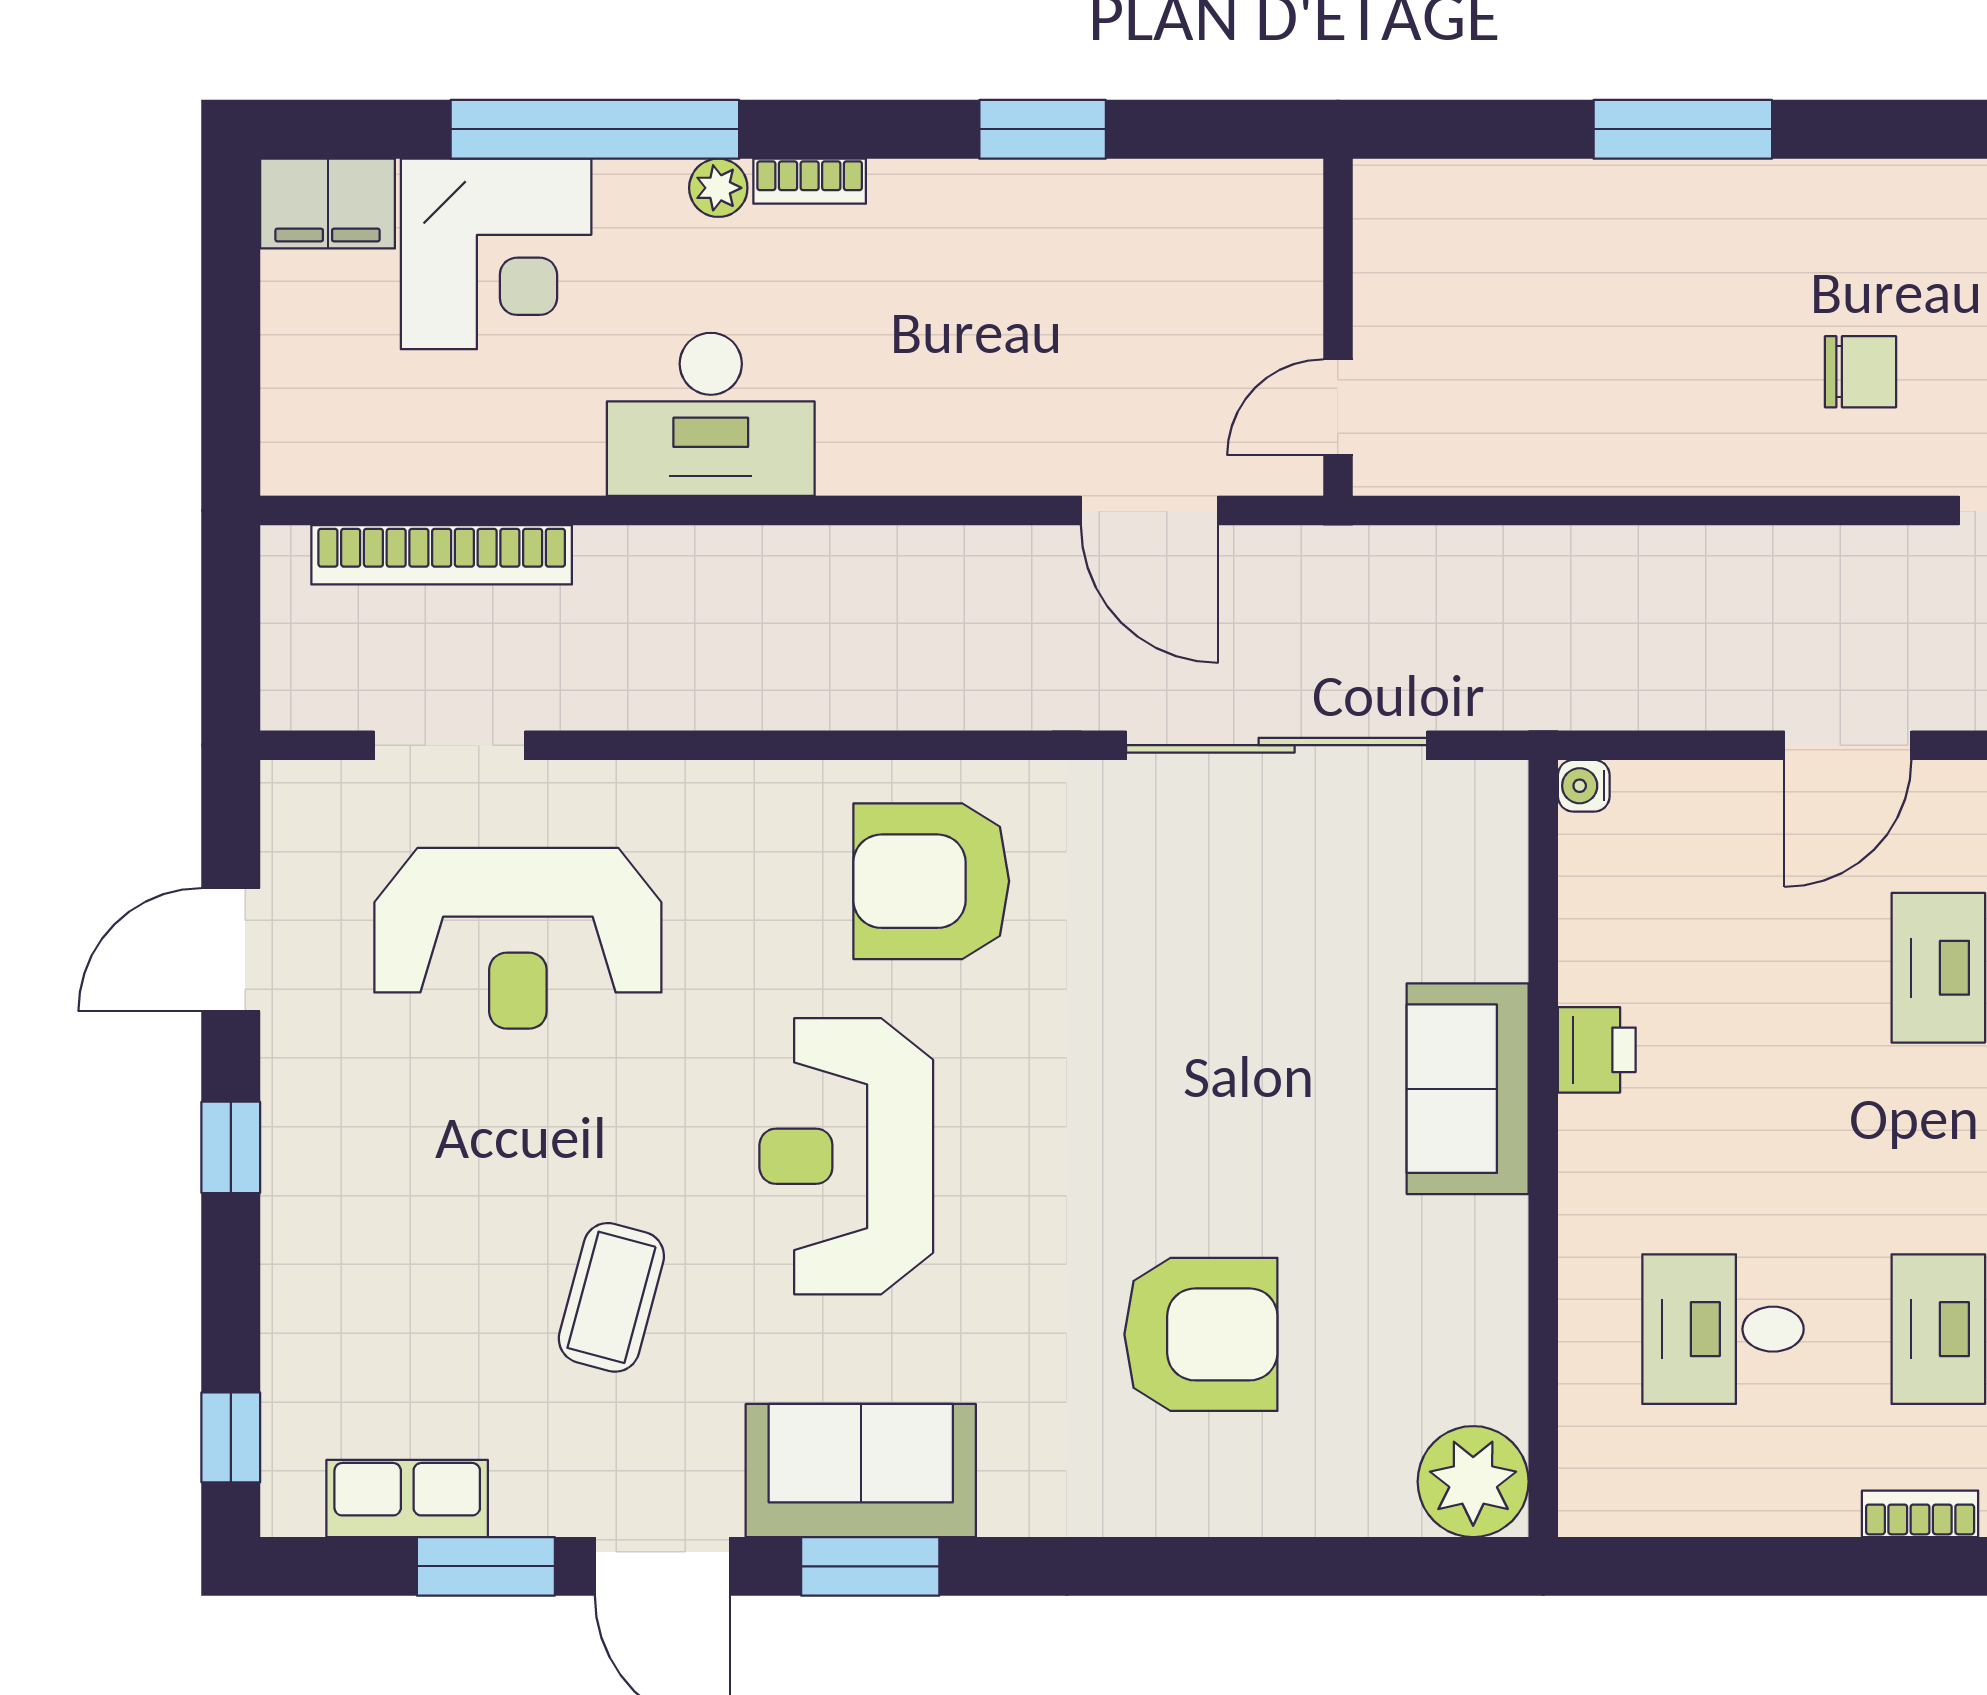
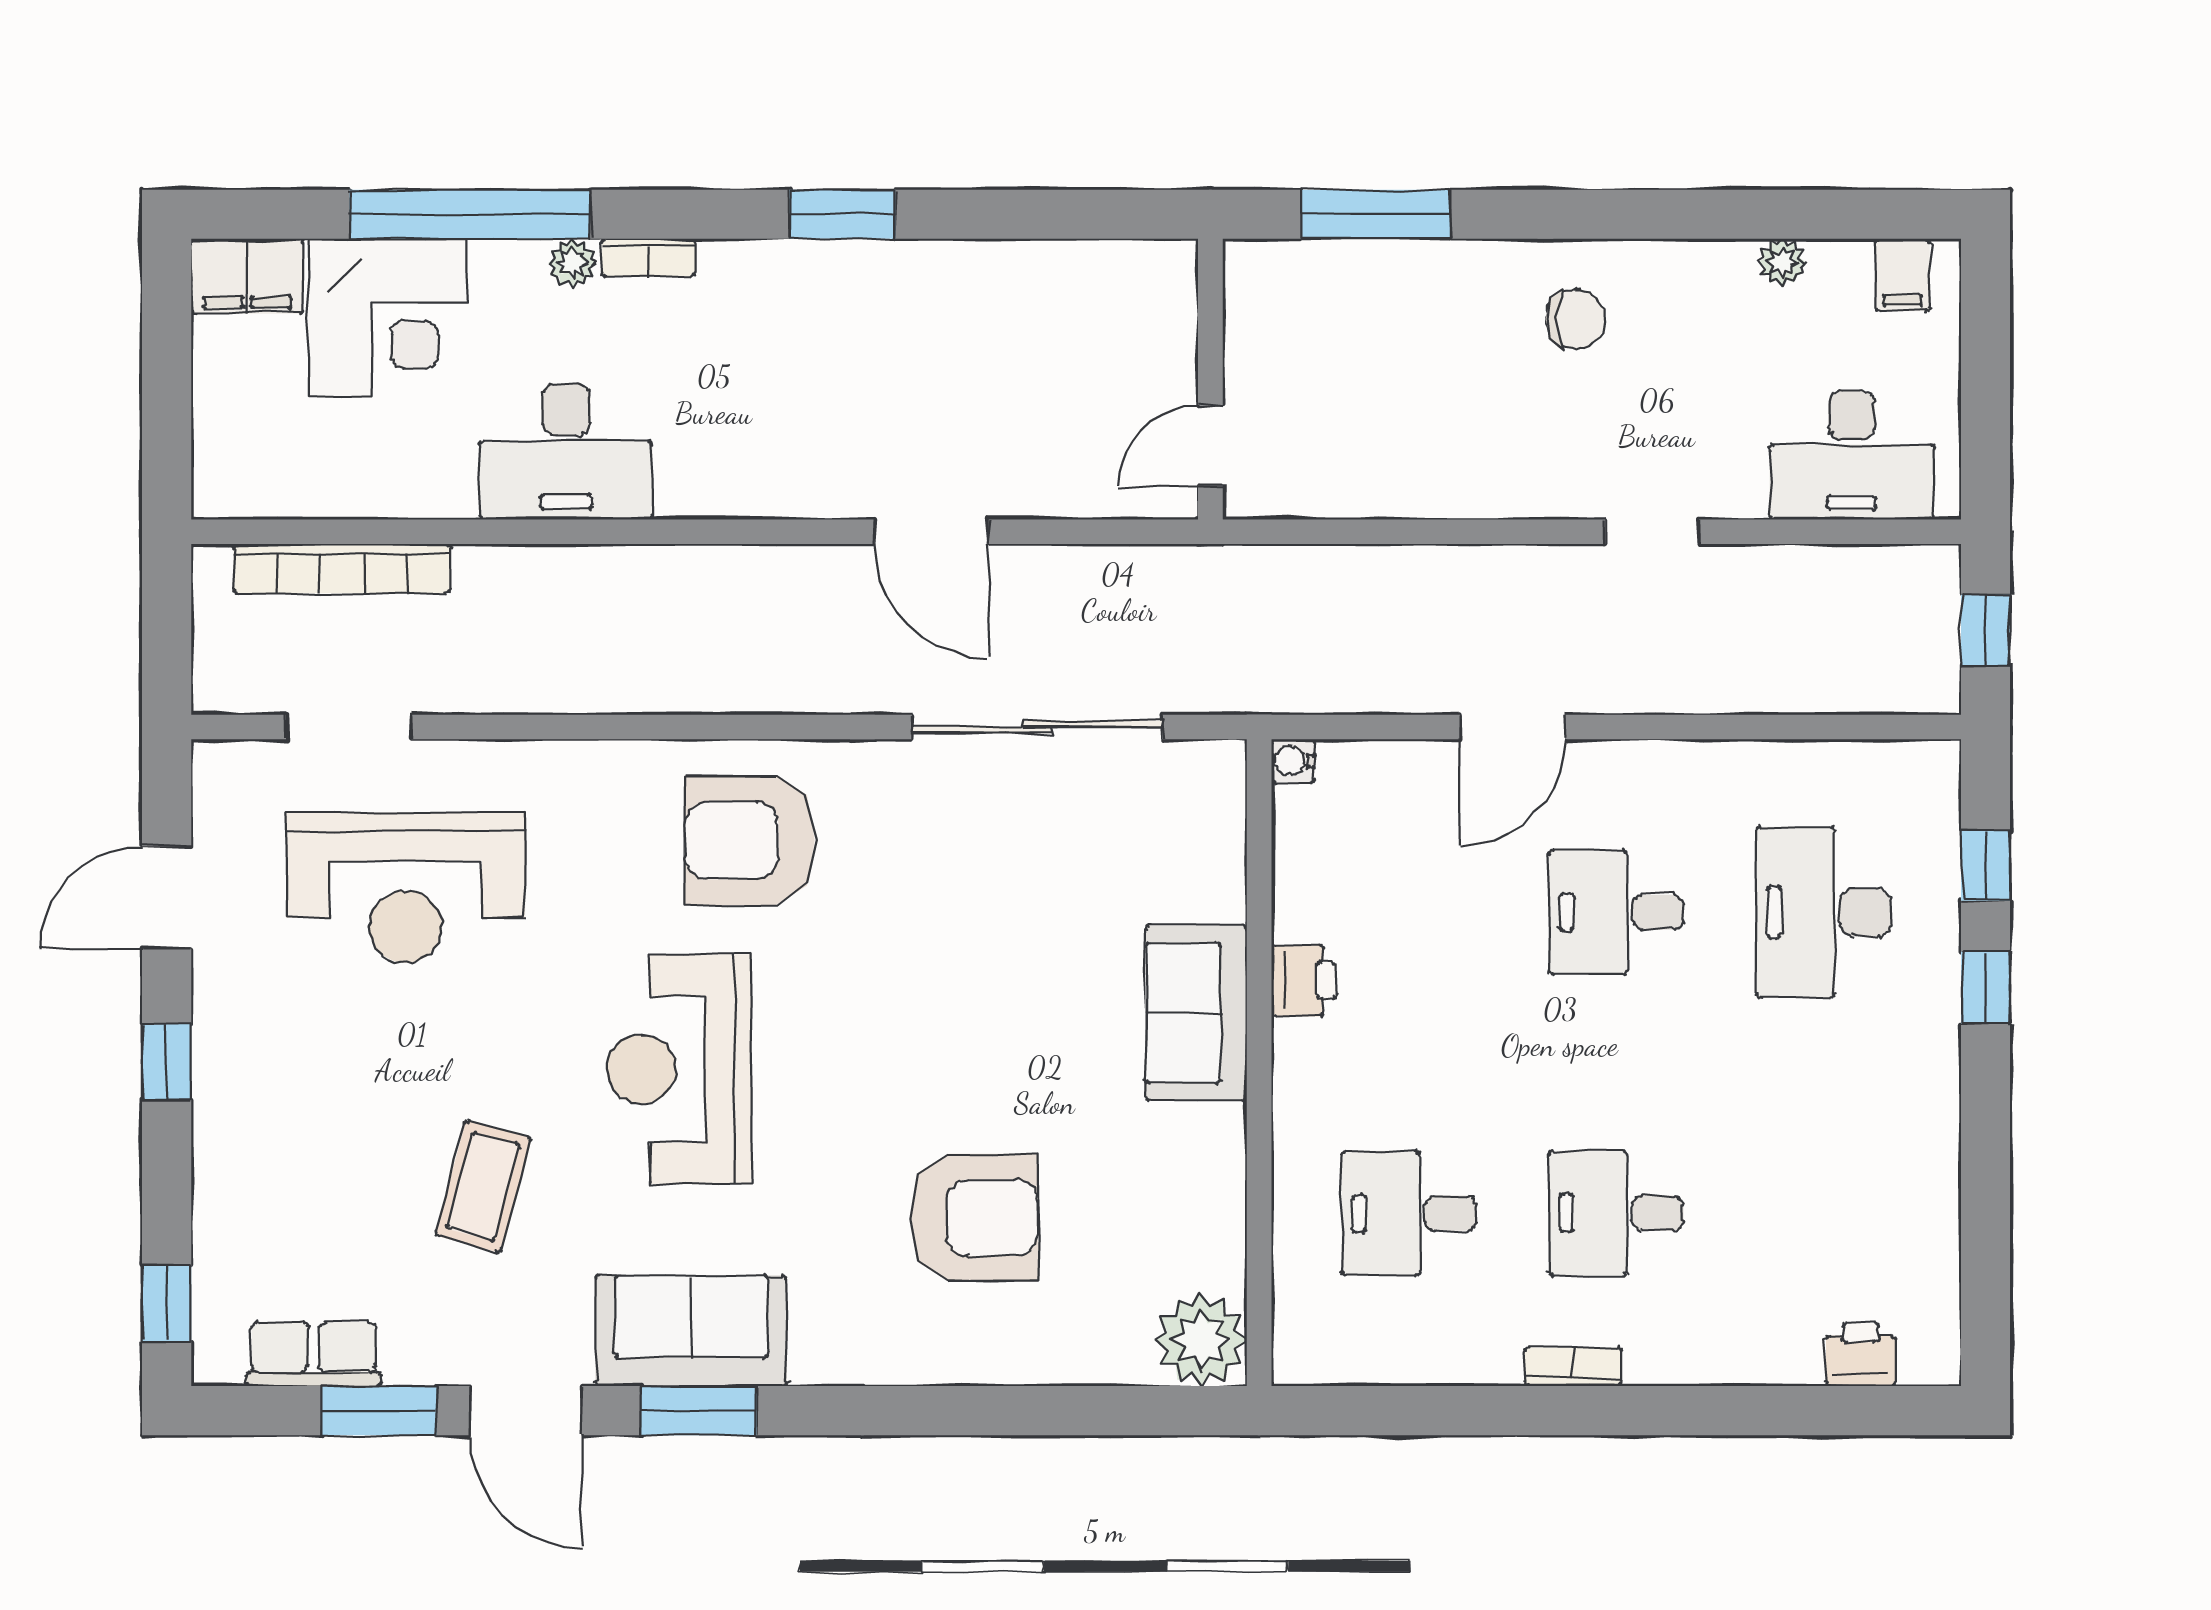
wall: (1338, 327) -> (1210, 379), moved
chair: (1860, 372) -> (1576, 319), moved
door: (1338, 407) -> (1210, 446), moved

